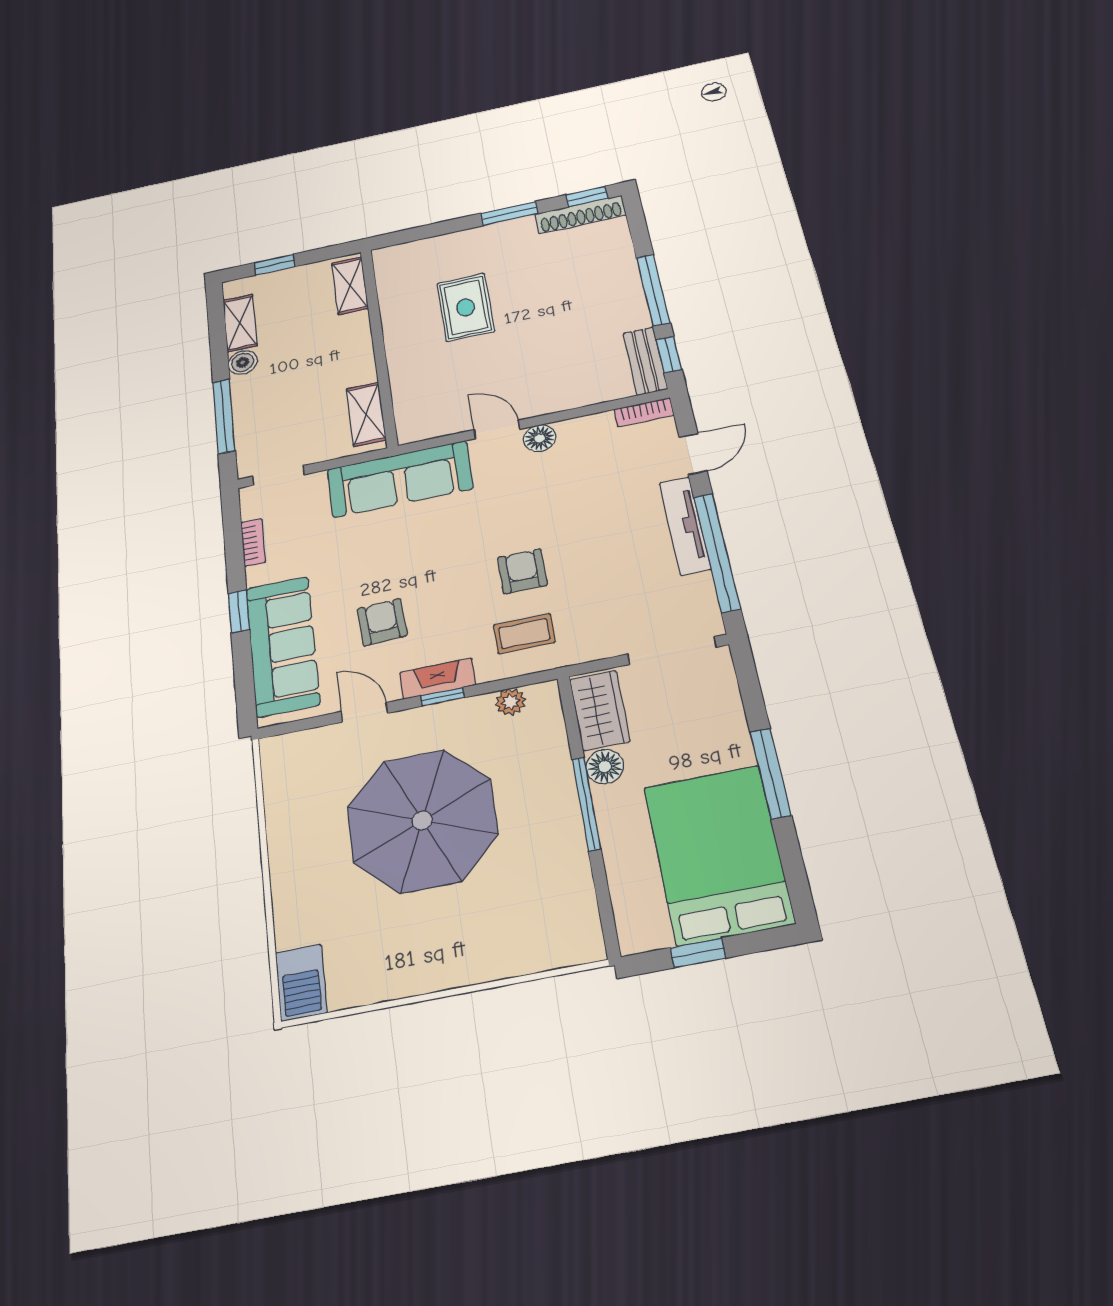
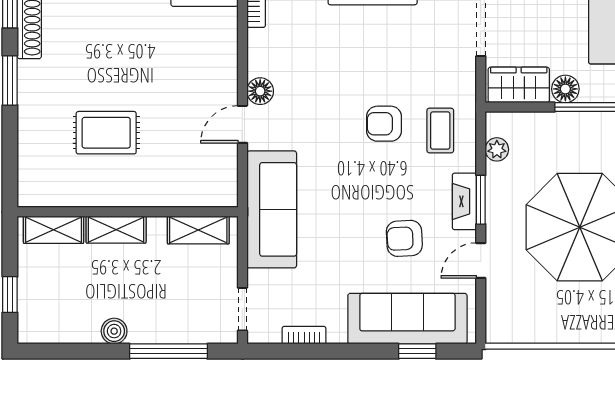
shelving: (240, 323) -> (116, 230), moved
window: (239, 611) -> (417, 351), moved
window: (442, 697) -> (481, 200), width x1.50

